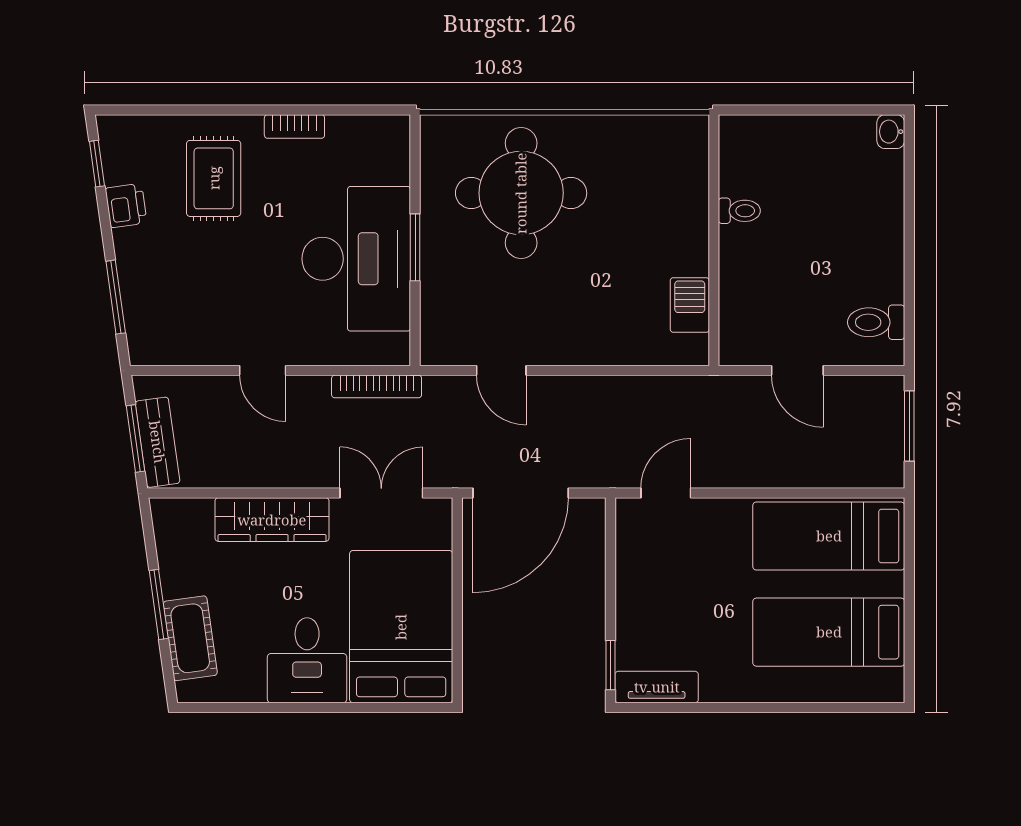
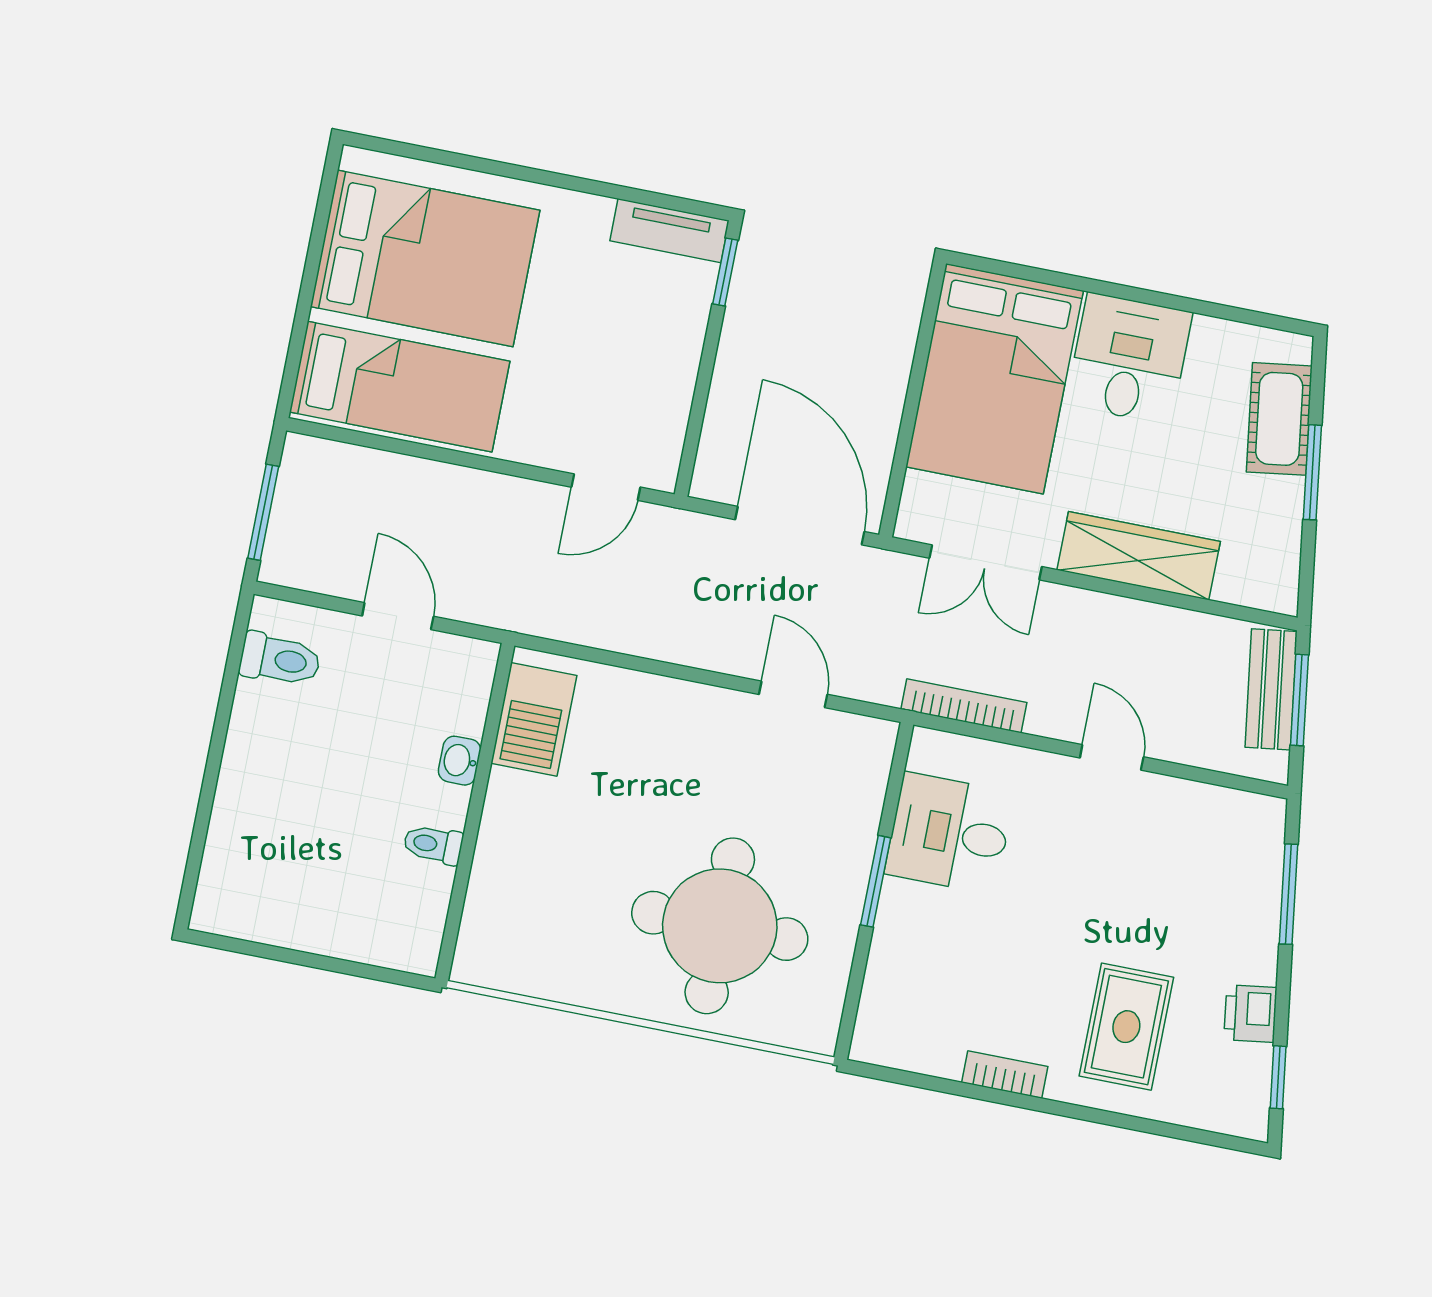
washbasin: (891, 132) -> (460, 761), moved, turned 180
desk: (356, 259) -> (949, 833), width x0.53, depth x0.77
barbecue: (690, 305) -> (534, 719), width x1.38, depth x1.27
door: (521, 493) -> (800, 526), hinge flipped
bed: (829, 632) -> (425, 258), width x1.50

